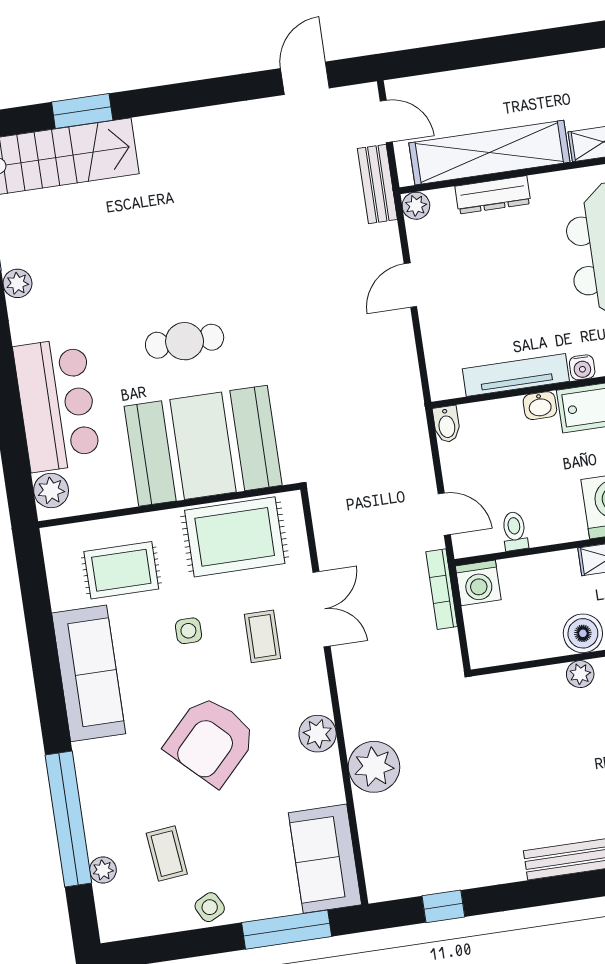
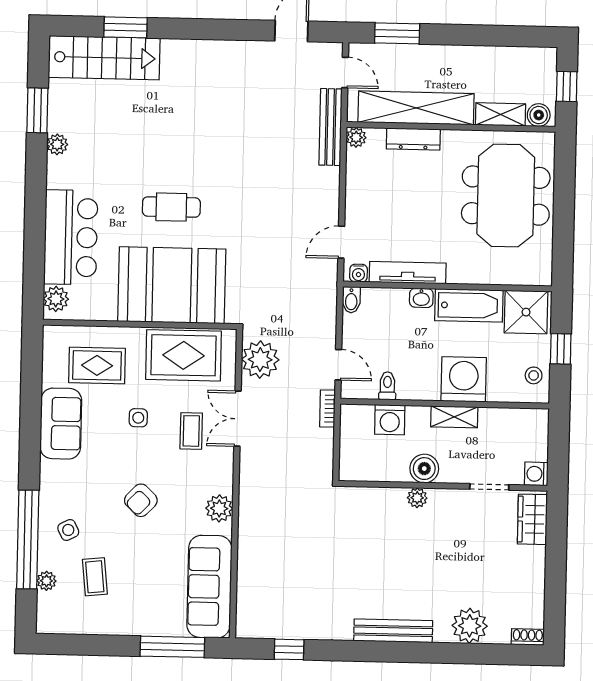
window: (447, 57) -> (397, 33), added
bench: (377, 184) -> (331, 127), width x1.36
door: (410, 285) -> (341, 242), moved
water cooler: (582, 367) -> (358, 273), moved
washing machine: (478, 583) -> (390, 420), moved
bookcase: (442, 589) -> (327, 409), width x0.64
double door: (321, 609) -> (237, 419), swing flipped
sofa: (89, 673) -> (61, 424), width x0.73
armchair: (211, 741) -> (141, 500), width x0.53, depth x0.53
plant: (374, 767) -> (260, 360), moved
sofa: (325, 859) -> (209, 587), width x1.36
side table: (210, 907) -> (68, 530), moved

